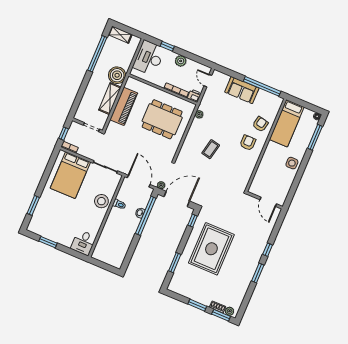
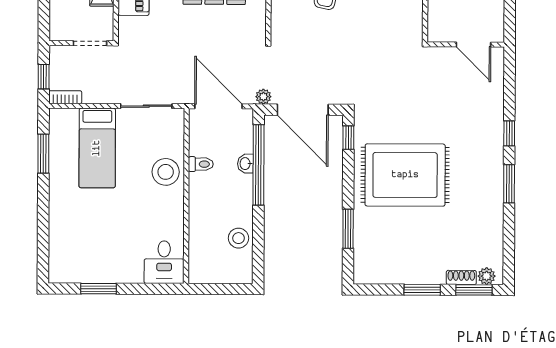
bed: (70, 175) -> (97, 148), width x0.67
door: (177, 199) -> (303, 110), swing flipped
window: (33, 205) -> (43, 154), moved
stool: (122, 246) -> (239, 238), added
rug: (211, 249) -> (405, 175), turned 90

